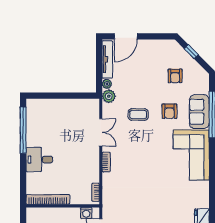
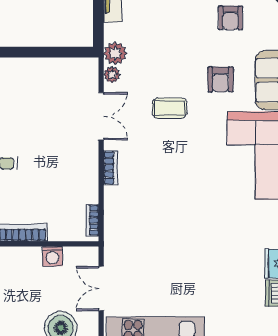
plant: (107, 84) -> (112, 75), moved
coffee table: (138, 115) -> (170, 108), moved
washing machine: (86, 213) -> (52, 256), moved

